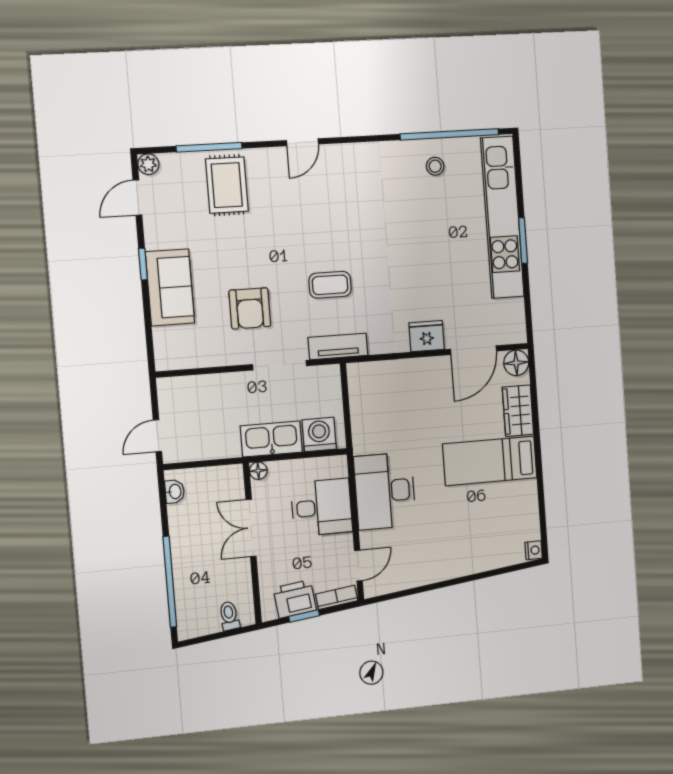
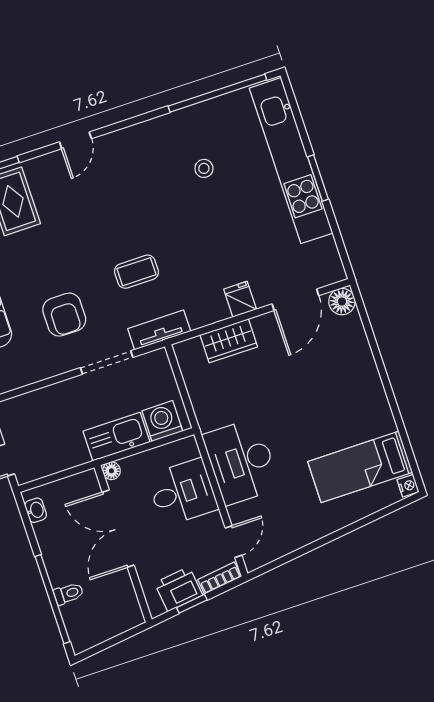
stool: (435, 166) -> (204, 168), moved
fridge: (427, 336) -> (240, 299), width x0.72
wardrobe: (518, 411) -> (229, 341), moved, turned -90
bed: (490, 461) -> (360, 467), moved
double door: (251, 528) -> (118, 529), width x1.37
toilet: (229, 616) -> (69, 594), moved, turned 97

